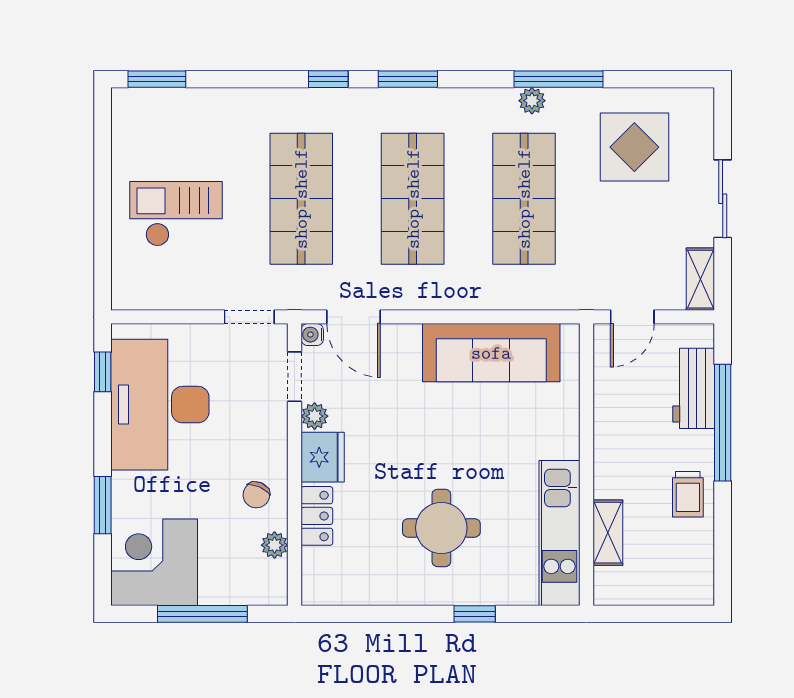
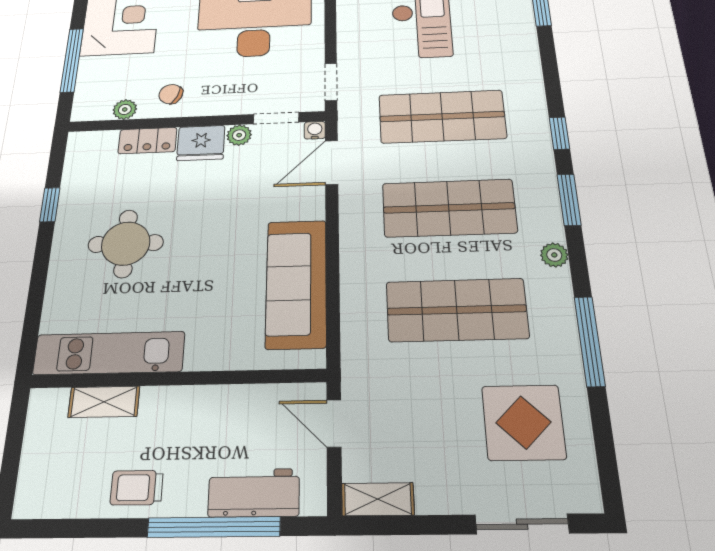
plant: (532, 101) -> (554, 255), moved
sliding door: (723, 199) -> (522, 524), moved
window: (475, 614) -> (50, 205), moved

